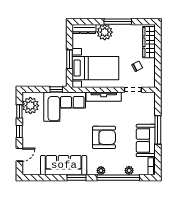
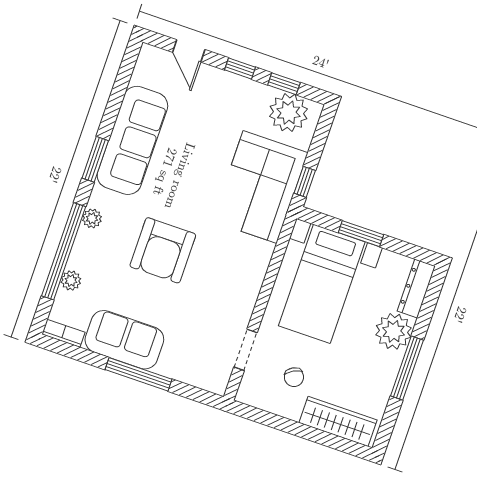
tv unit: (104, 97) -> (252, 280), removed

